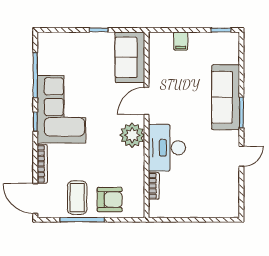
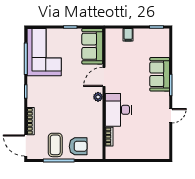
sofa: (226, 97) -> (160, 74), width x0.73
corner sofa: (61, 109) -> (44, 52), moved
plant: (132, 135) -> (98, 97), width x0.53, depth x0.53

